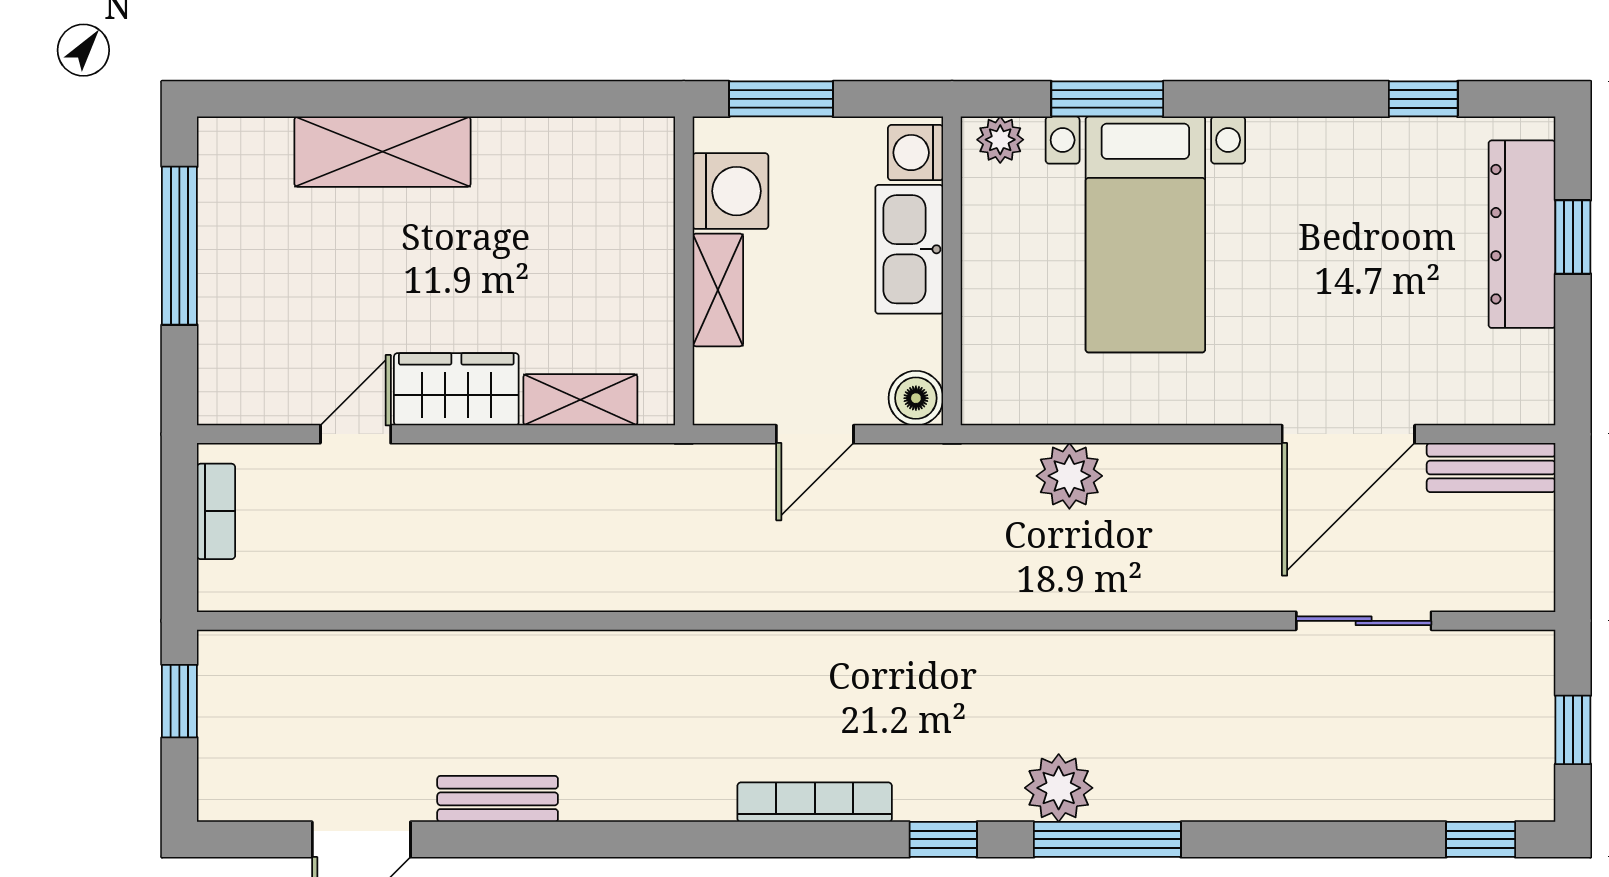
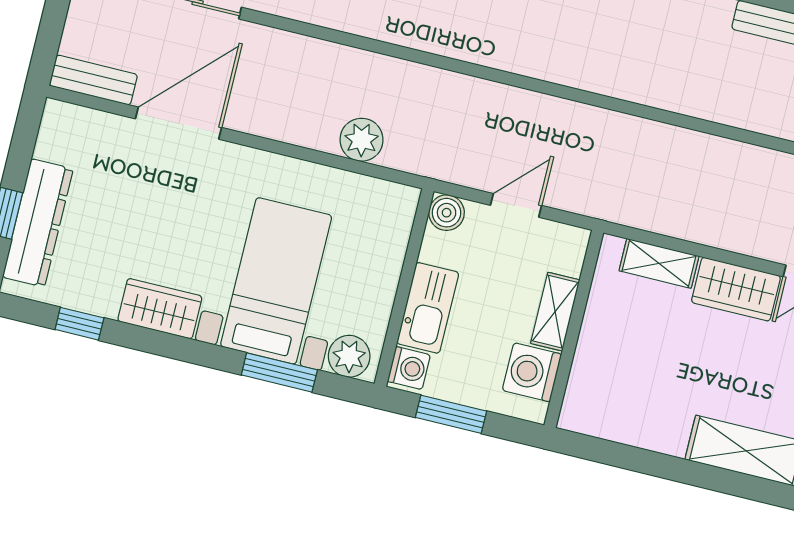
window: (781, 99) -> (451, 414), moved
plant: (1000, 140) -> (349, 356), width x1.38, depth x1.38
wardrobe: (1309, 151) -> (160, 309), added

